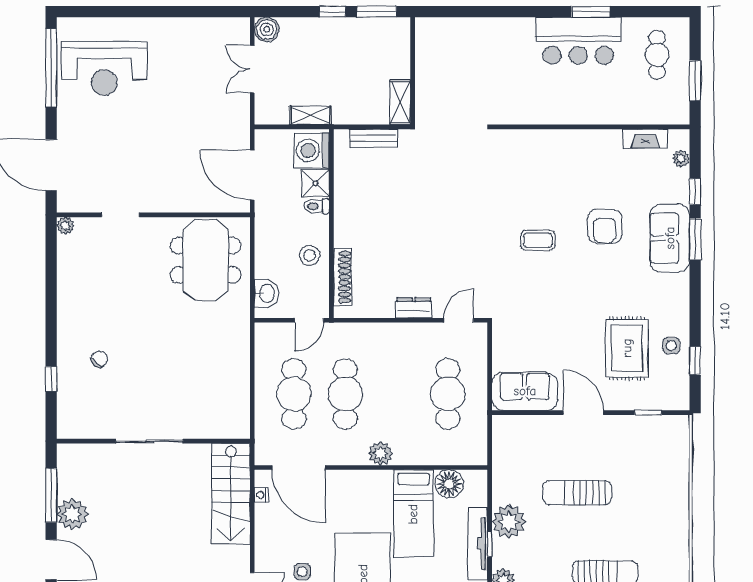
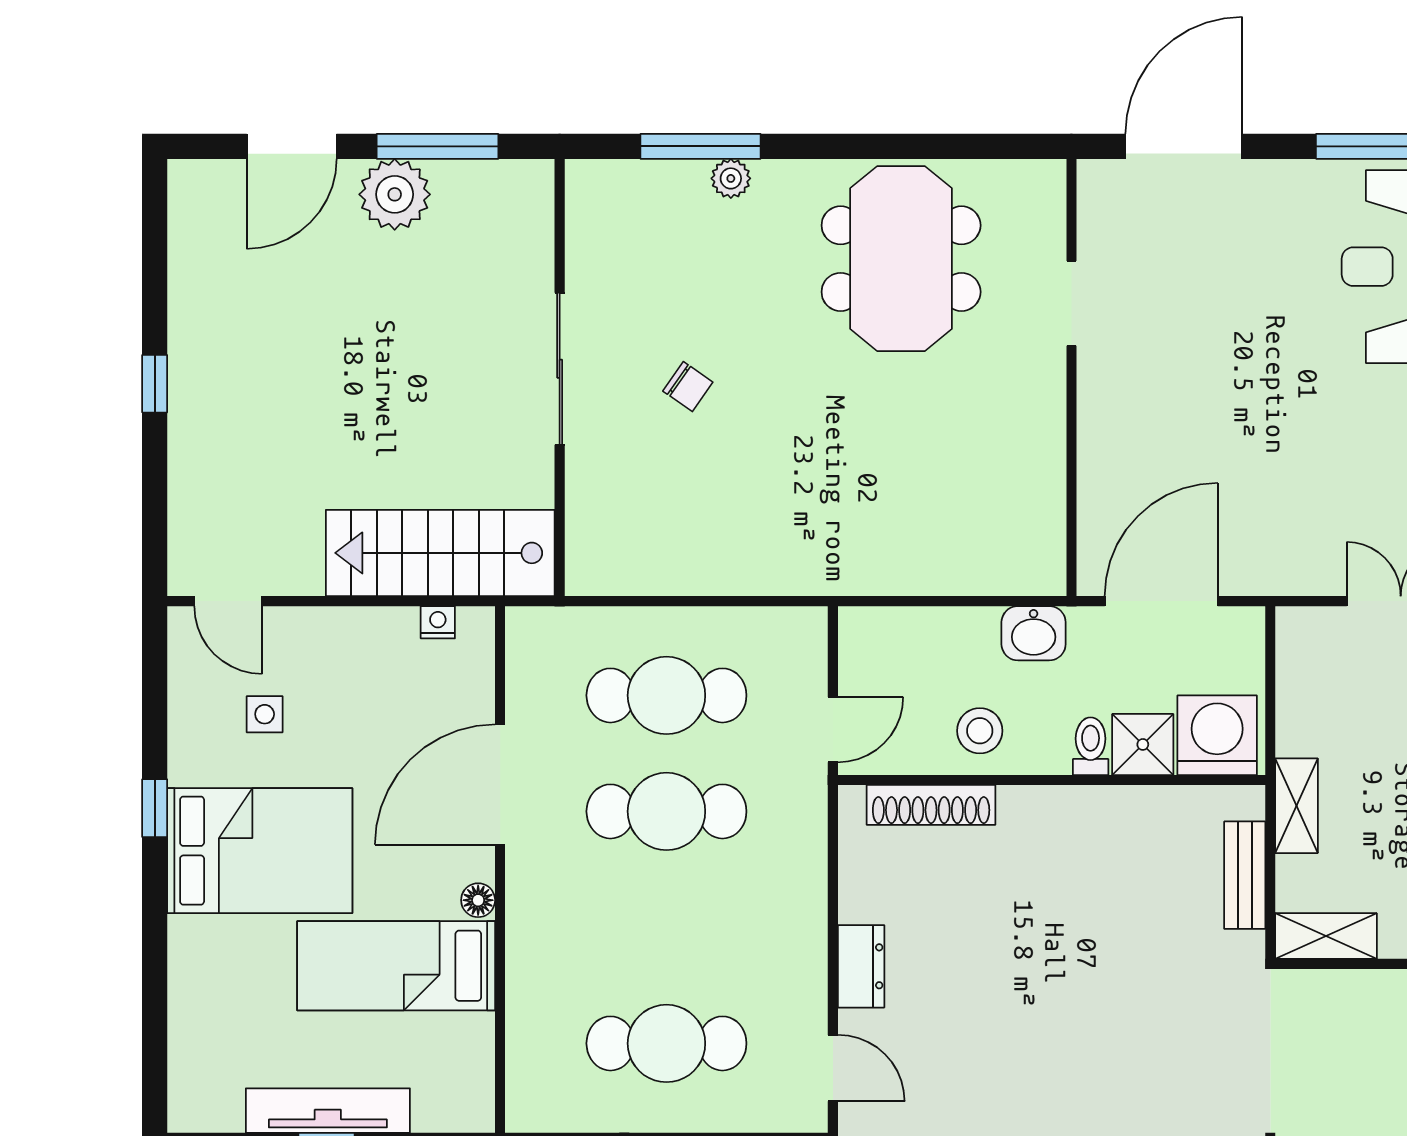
shelving: (310, 115) -> (1297, 806), moved
plant: (65, 226) -> (731, 178), moved
meeting table: (206, 260) -> (901, 259), moved, turned 90
washbasin: (266, 293) -> (1034, 633), moved
door: (309, 320) -> (833, 730), swing flipped
chair: (99, 359) -> (688, 387), moved
window: (51, 379) -> (700, 146), width x2.17
plant: (380, 453) -> (532, 891), removed
door: (299, 468) -> (500, 785), moved
floor lamp: (449, 484) -> (478, 900), moved, width x0.53, depth x0.53

